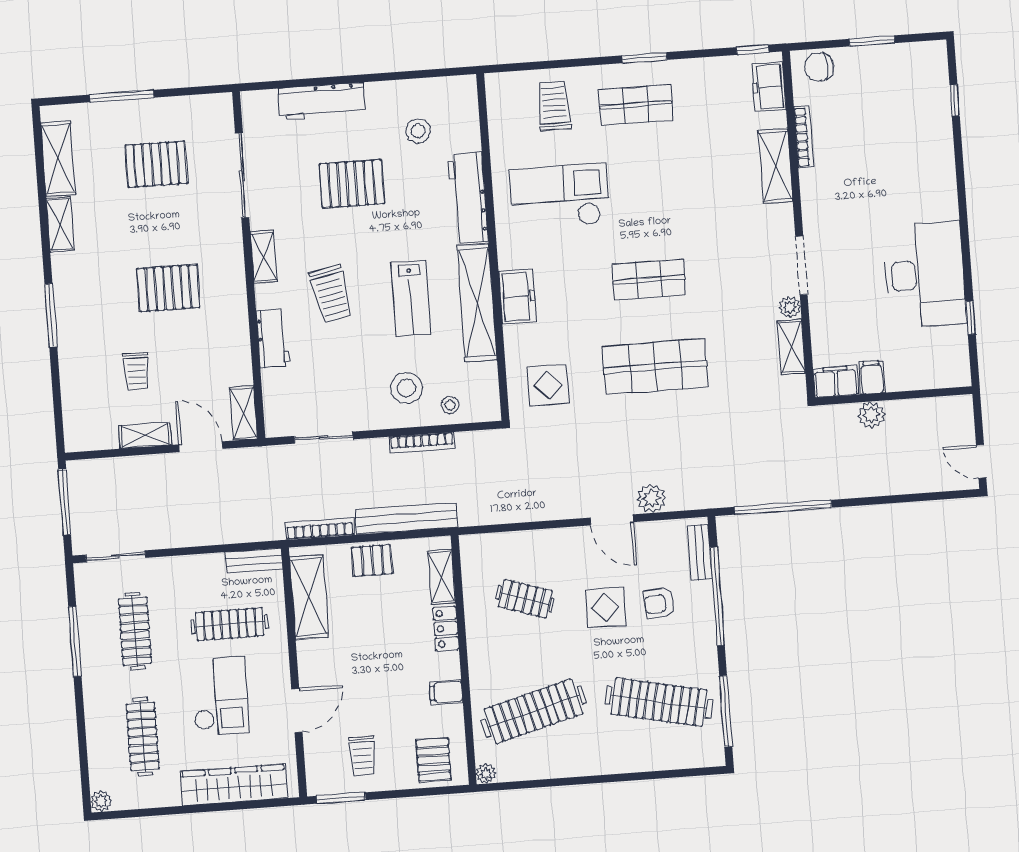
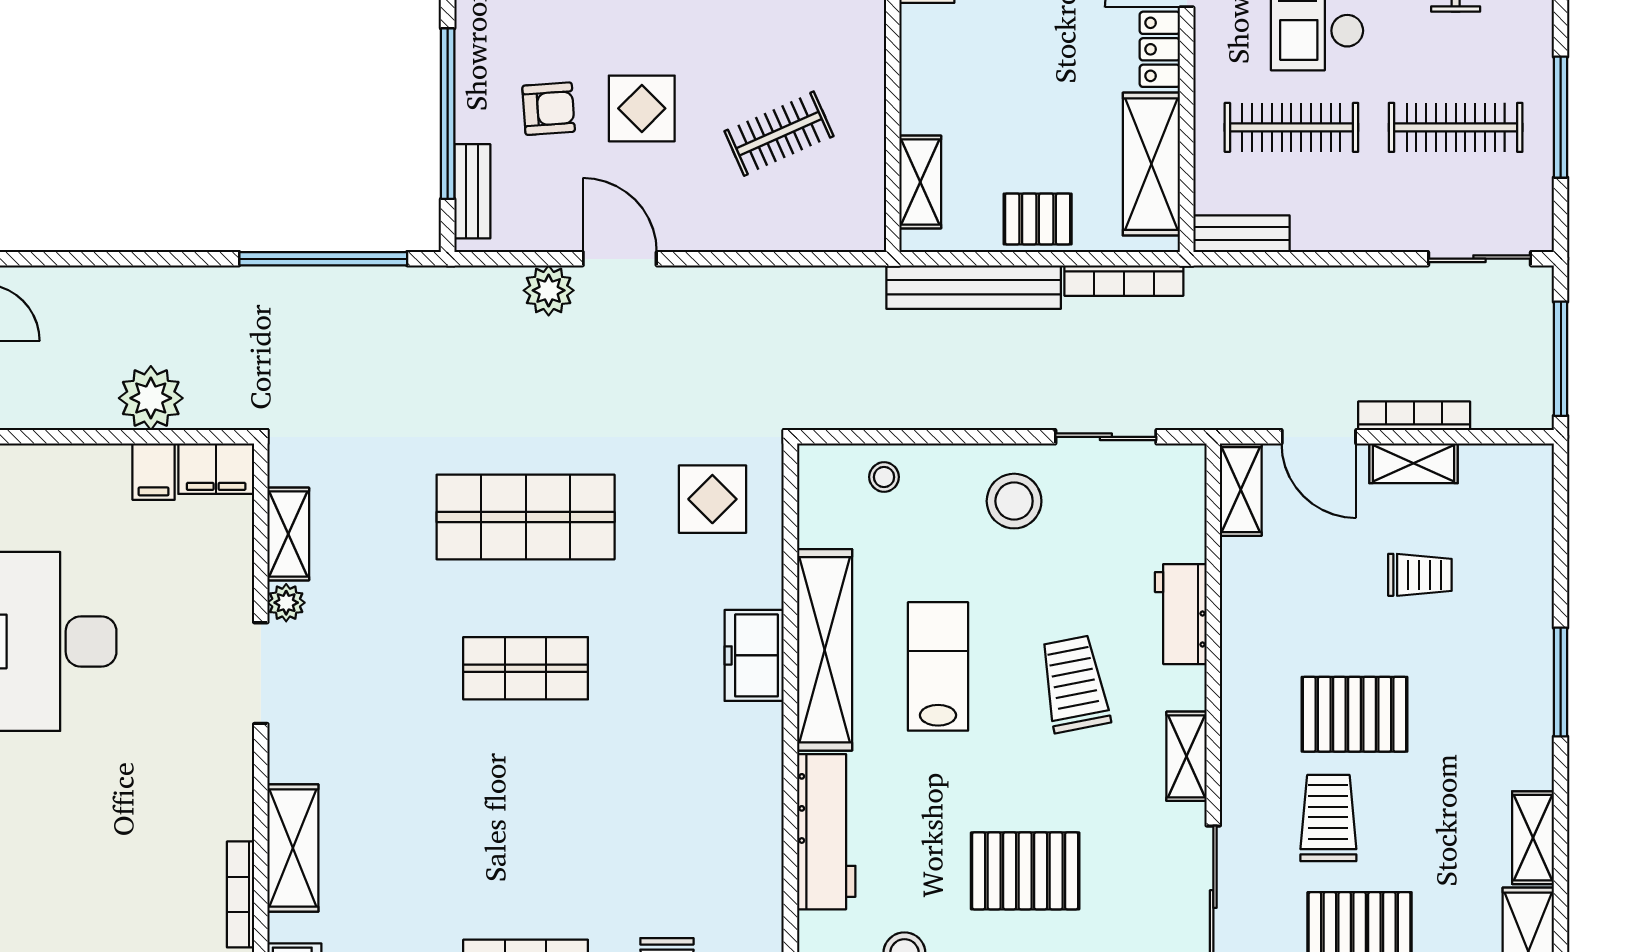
checkout: (560, 196) -> (669, 823), removed
trolley: (179, 227) -> (1328, 818), added
trolley: (137, 371) -> (1420, 575), turned 90
stool: (406, 388) -> (1014, 501), moved
plant: (871, 415) -> (151, 398), width x1.36, depth x1.36
bookcase: (422, 443) -> (1414, 416), moved
clothes rail: (525, 599) -> (779, 134), turned -42
locker: (446, 629) -> (1160, 49), moved, turned 180
clothes rail: (135, 631) -> (1456, 127), turned 90

